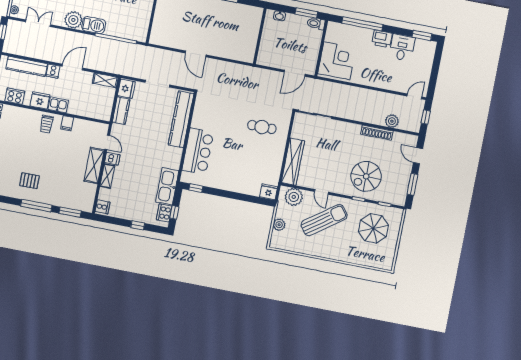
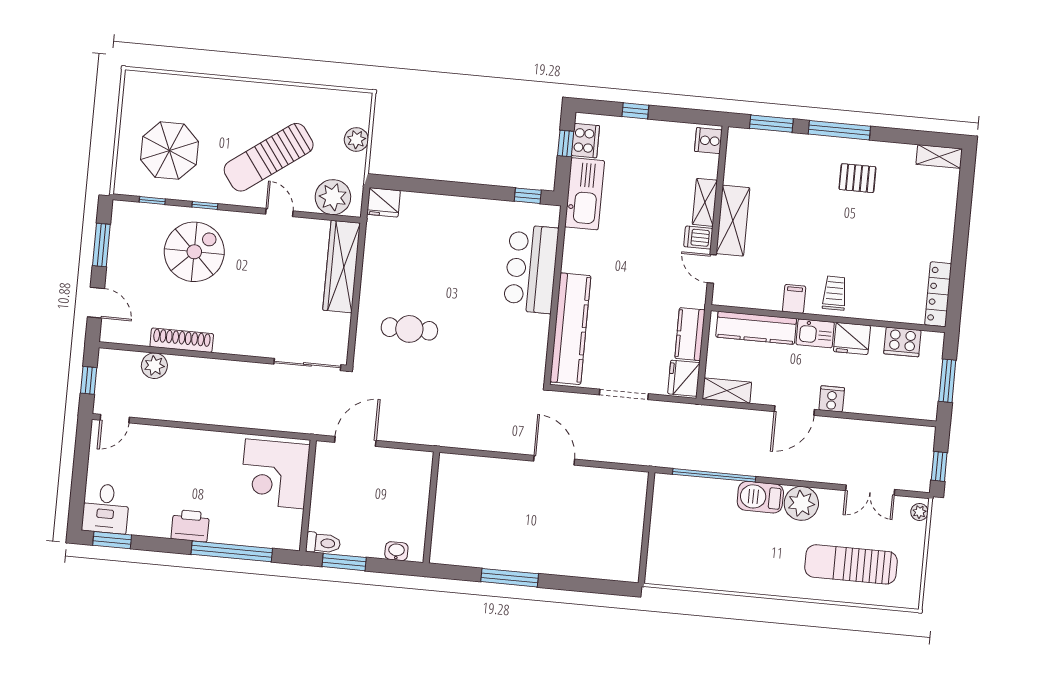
desk: (402, 47) -> (106, 509), moved
kitchen counter: (27, 66) -> (756, 328), moved, turned 180

